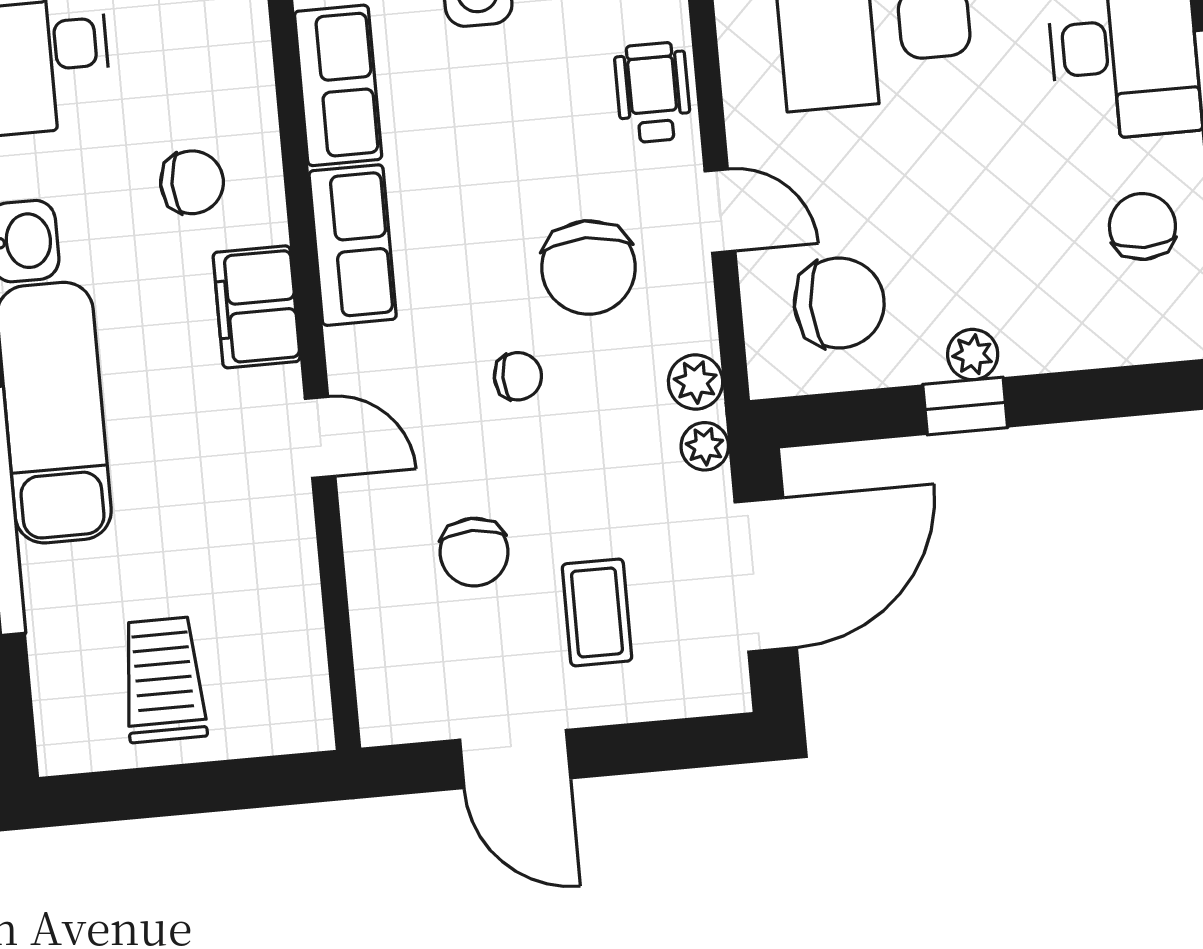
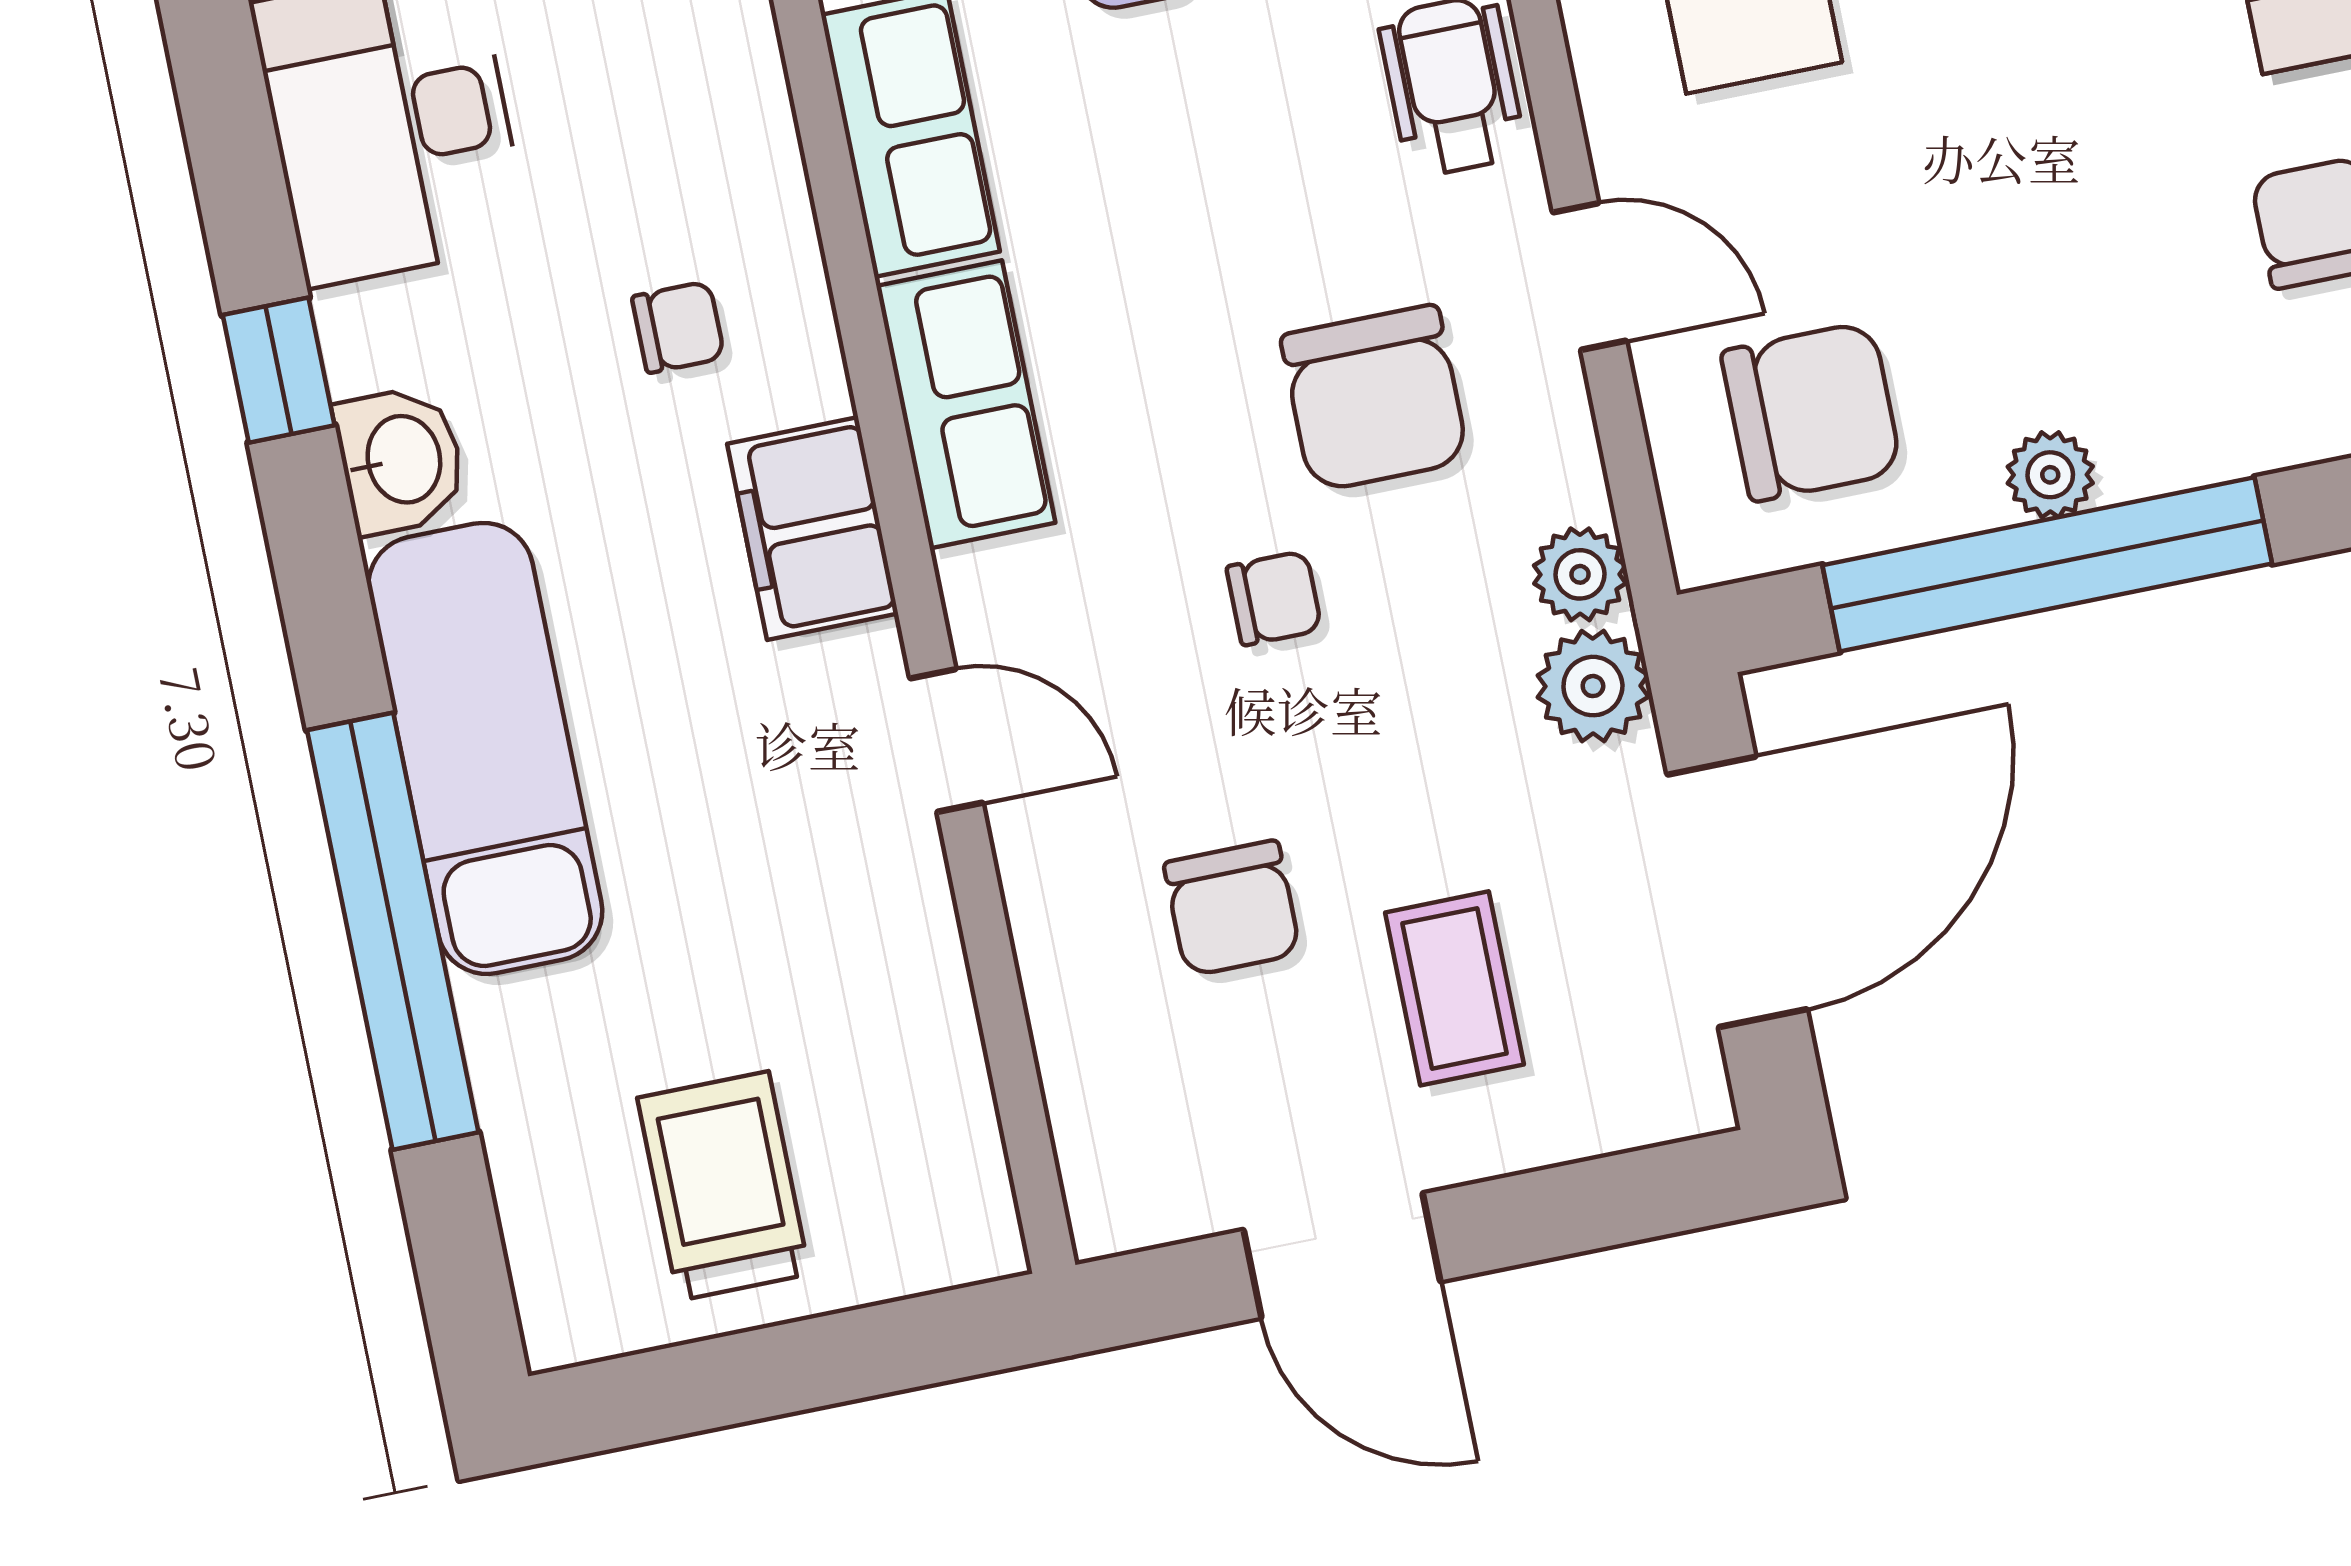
chair: (192, 182) -> (678, 327), width x0.73, depth x0.73
window: (965, 406) -> (2047, 564), width x3.17
plant: (705, 446) -> (1593, 686), width x1.38, depth x1.38

